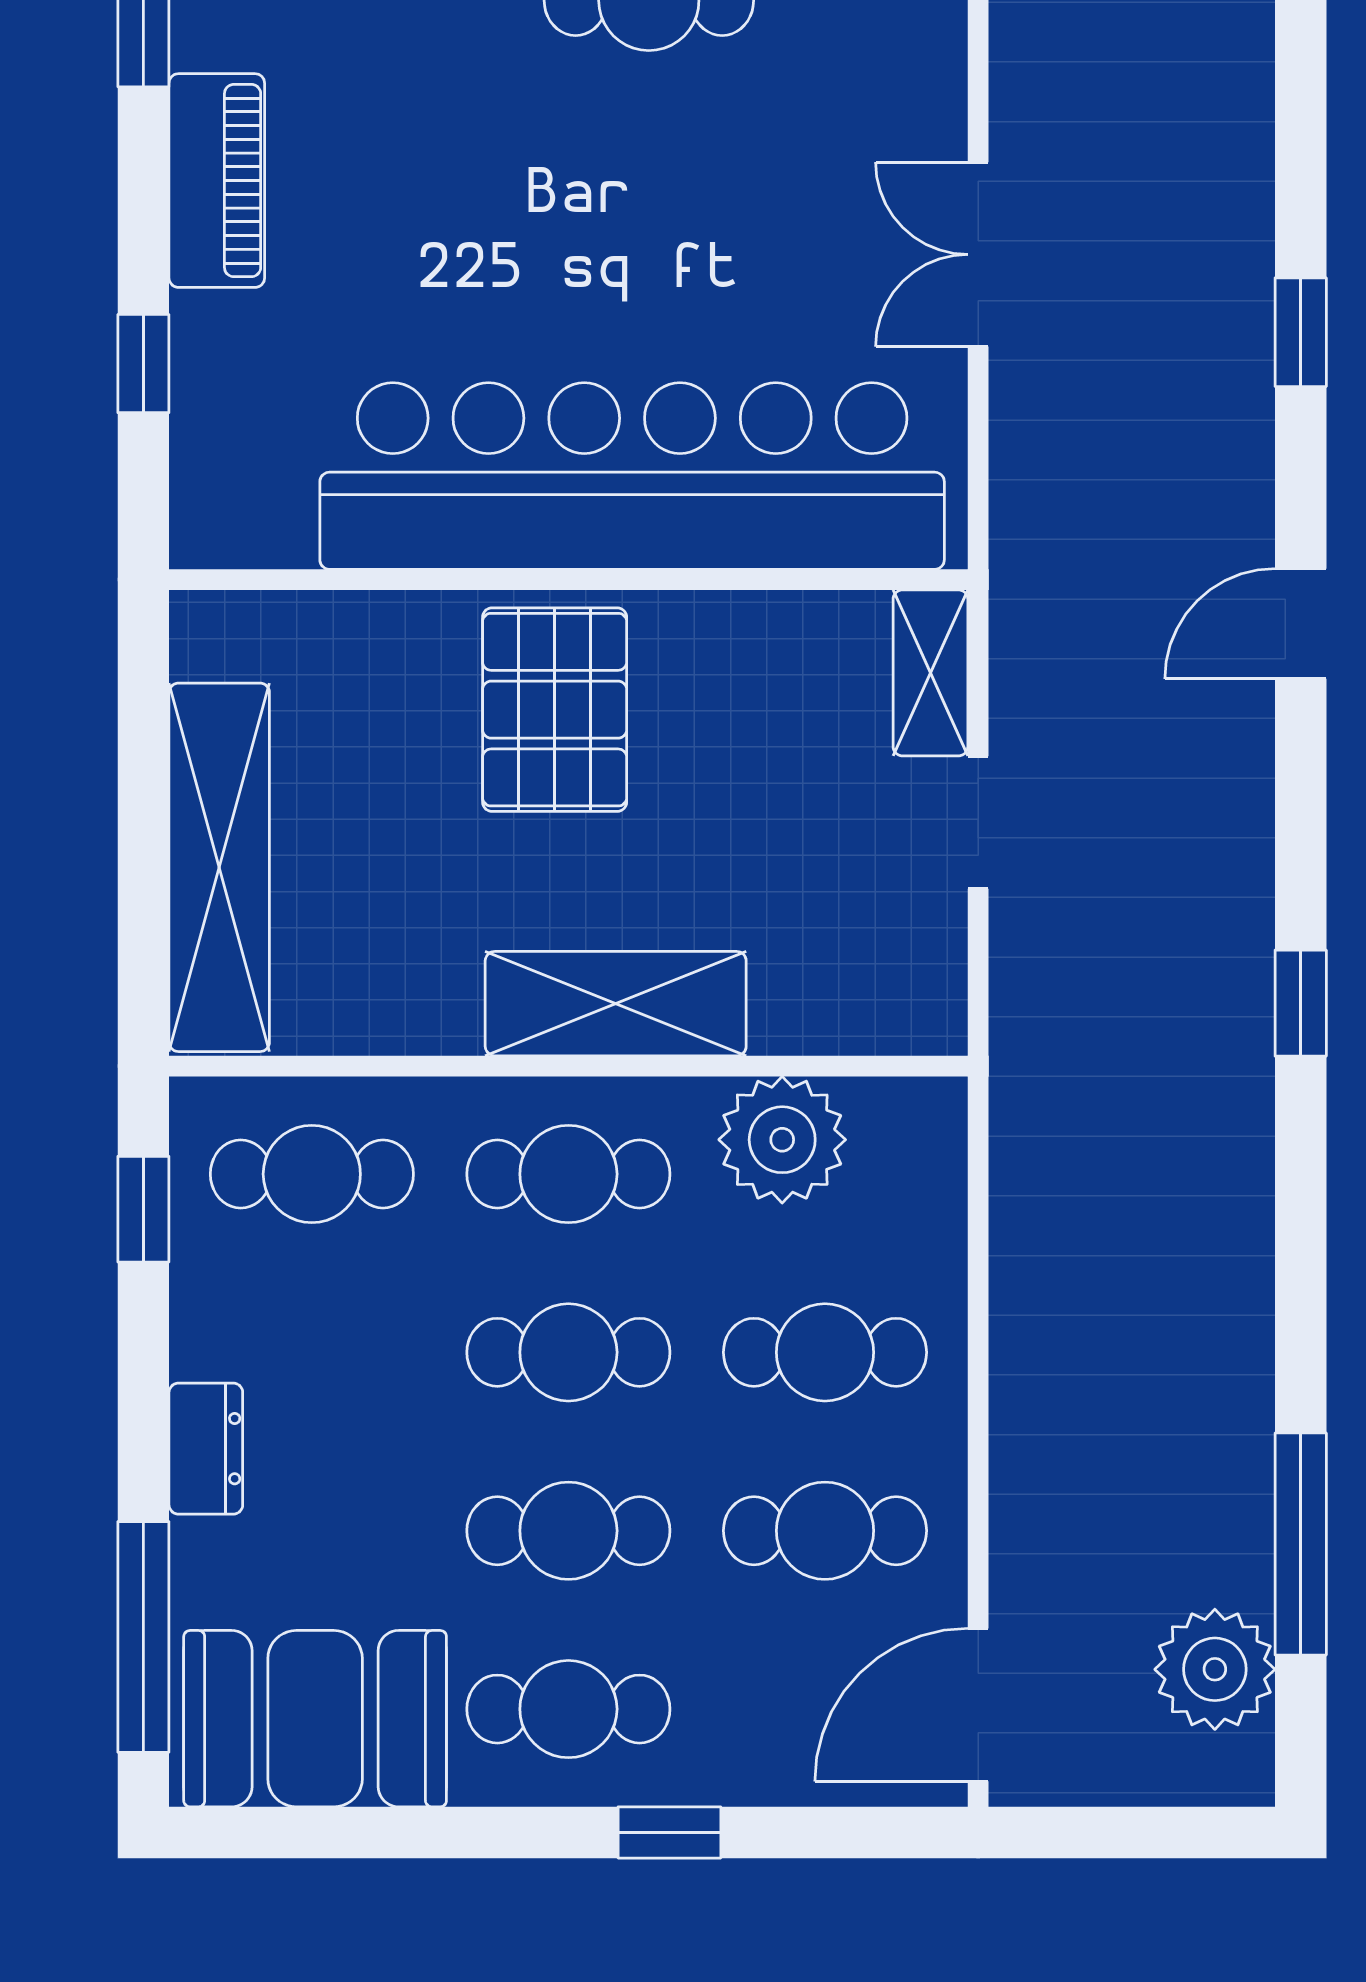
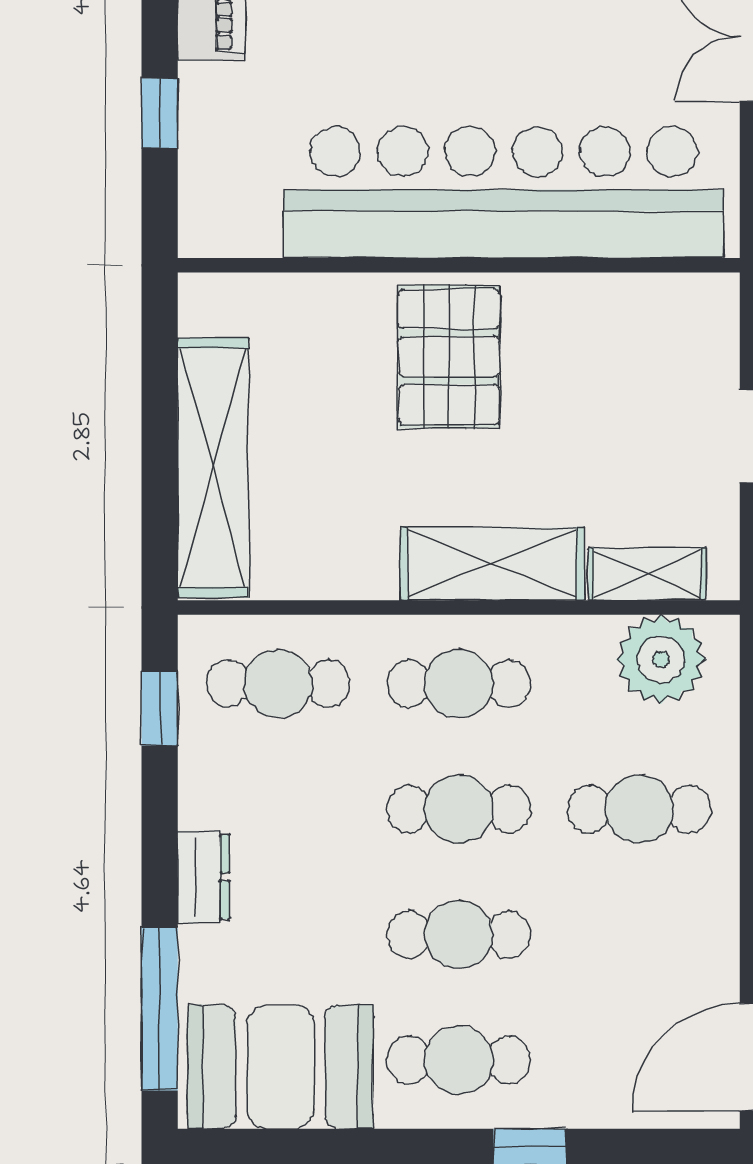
shelving: (930, 673) -> (647, 574), moved, turned 90
plant: (782, 1140) -> (661, 659), moved
cafe table: (825, 1531) -> (639, 935), removed

